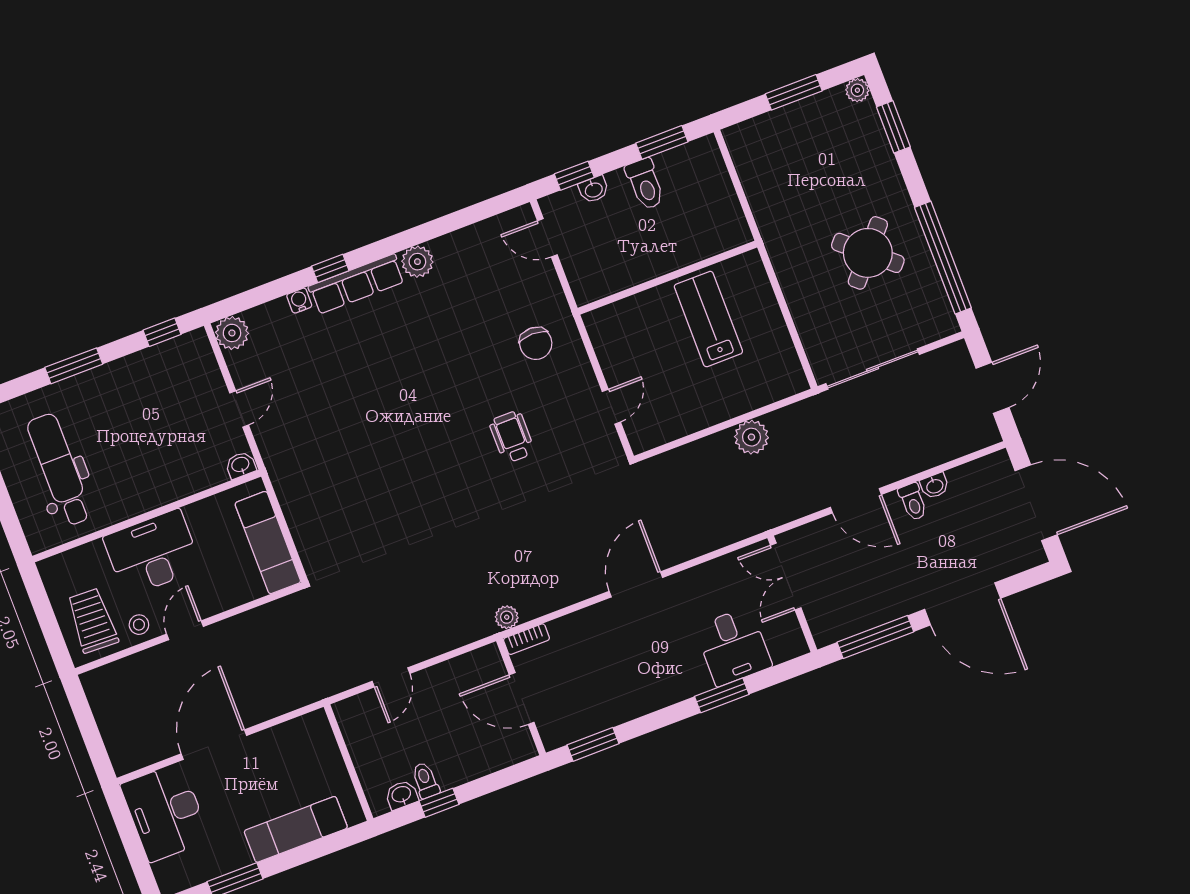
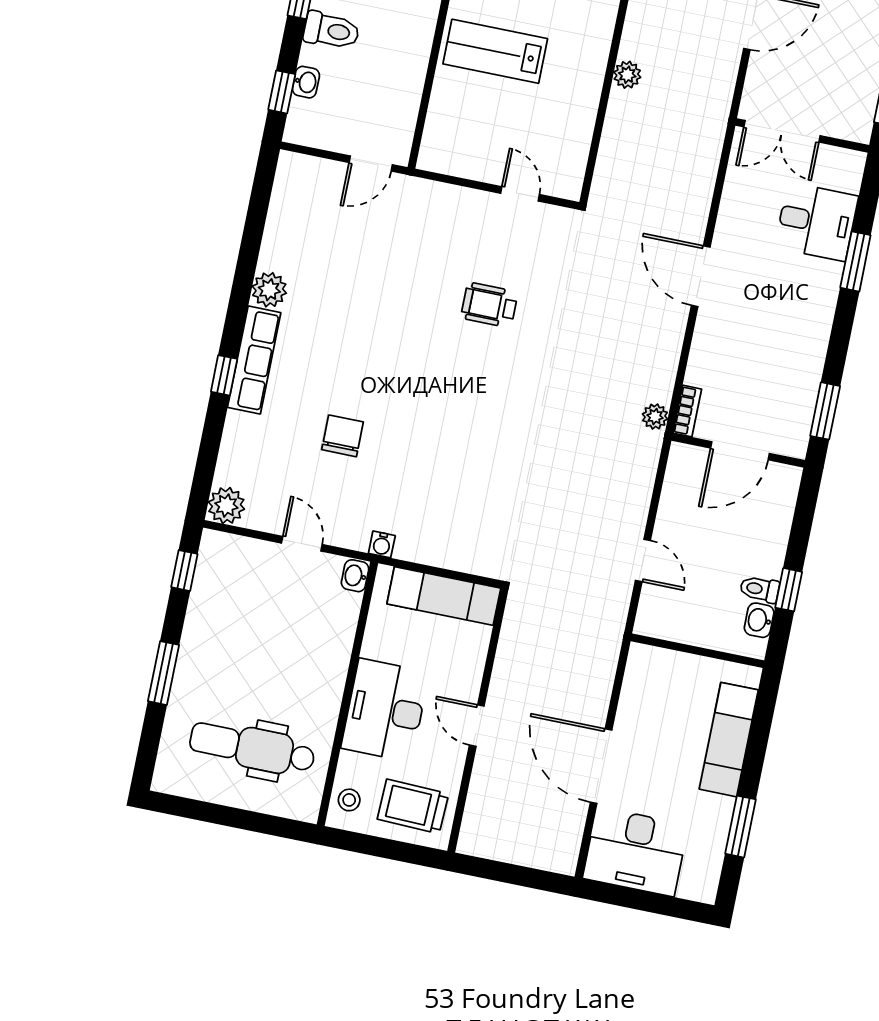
door: (547, 238) -> (371, 164), moved
water cooler: (299, 301) -> (382, 544), moved, turned -90
chair: (536, 343) -> (343, 436), moved, turned -90
plant: (751, 437) -> (627, 75), width x0.73, depth x0.73
stool: (139, 625) -> (349, 800), moved

